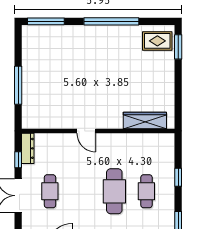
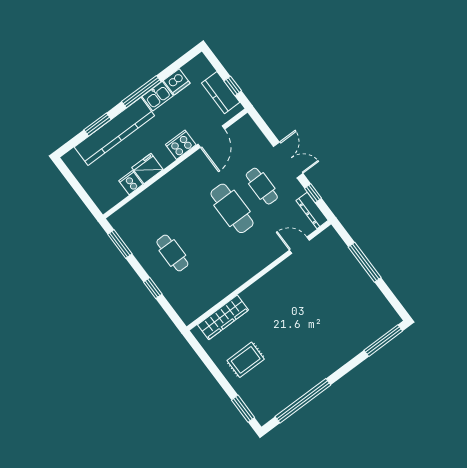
window: (111, 21) -> (303, 401), moved
rug: (157, 41) -> (246, 360), moved
door: (86, 131) -> (299, 245), moved
cafe table: (114, 191) -> (232, 208), moved

